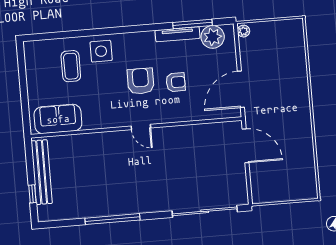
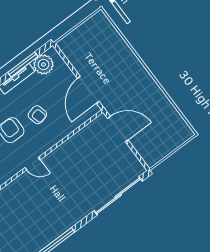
plant: (243, 31) -> (63, 46), removed
armchair: (176, 82) -> (37, 115), turned 77

